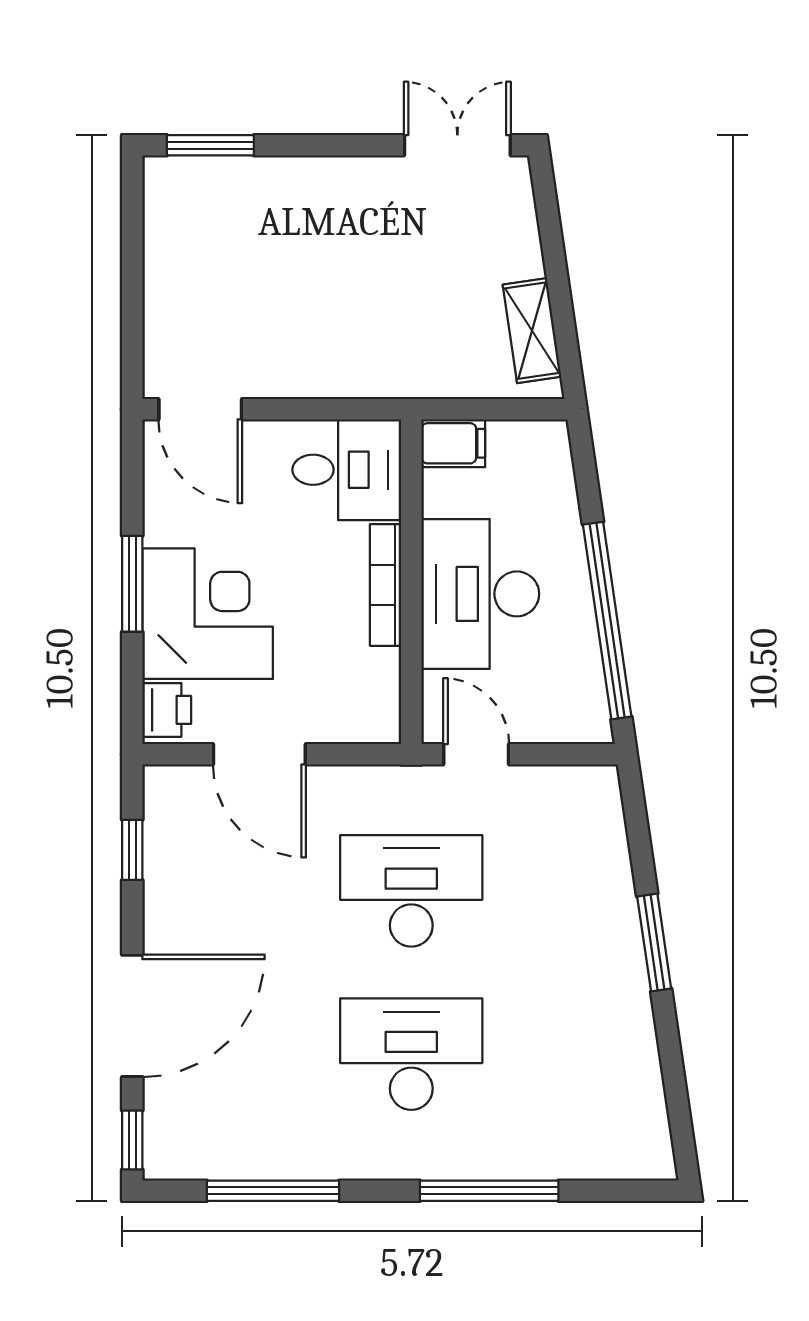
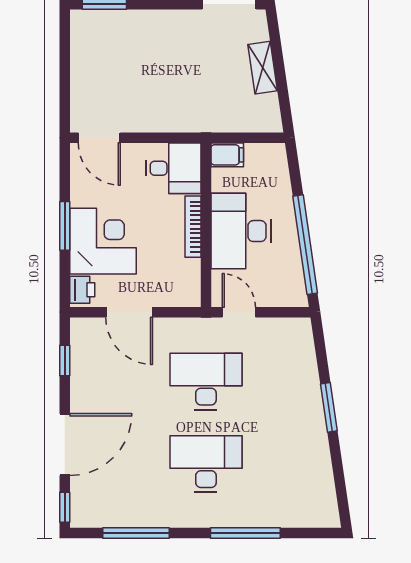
shelving: (532, 331) -> (263, 68), moved

